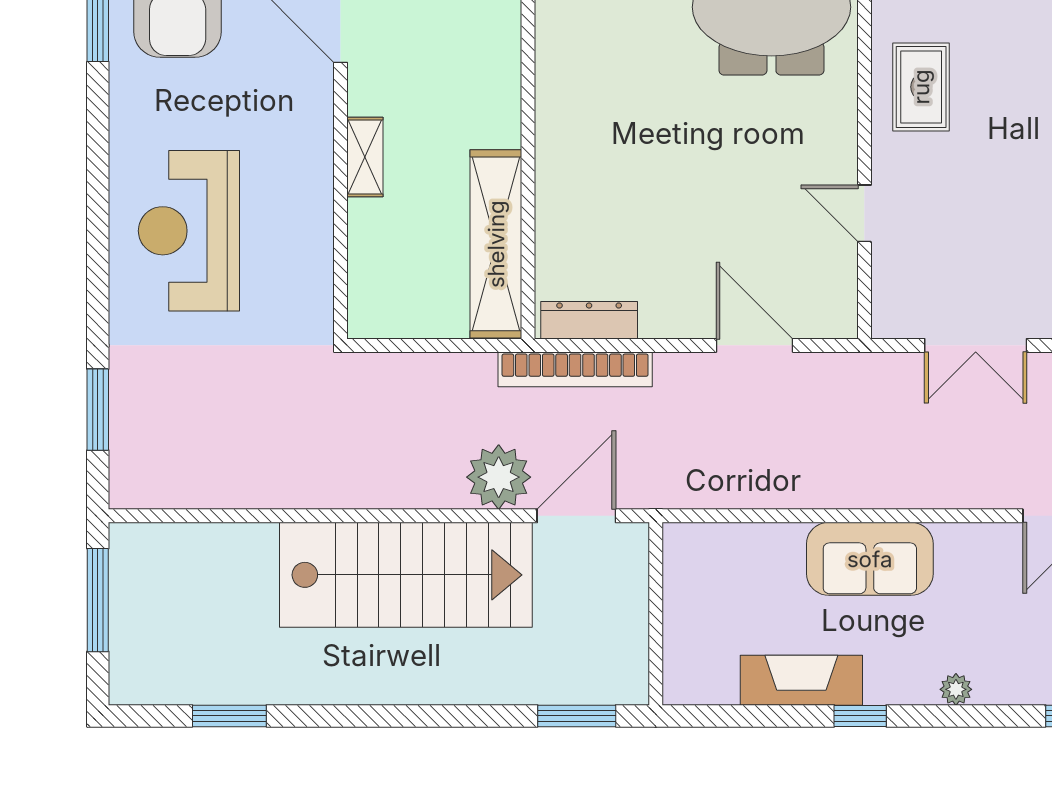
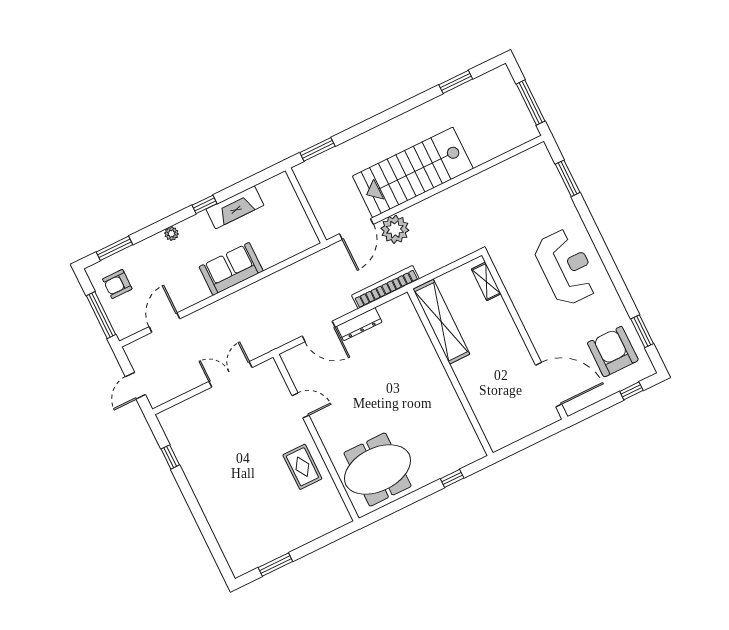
shelving: (365, 157) -> (486, 281), moved
dresser: (589, 320) -> (359, 324), moved

